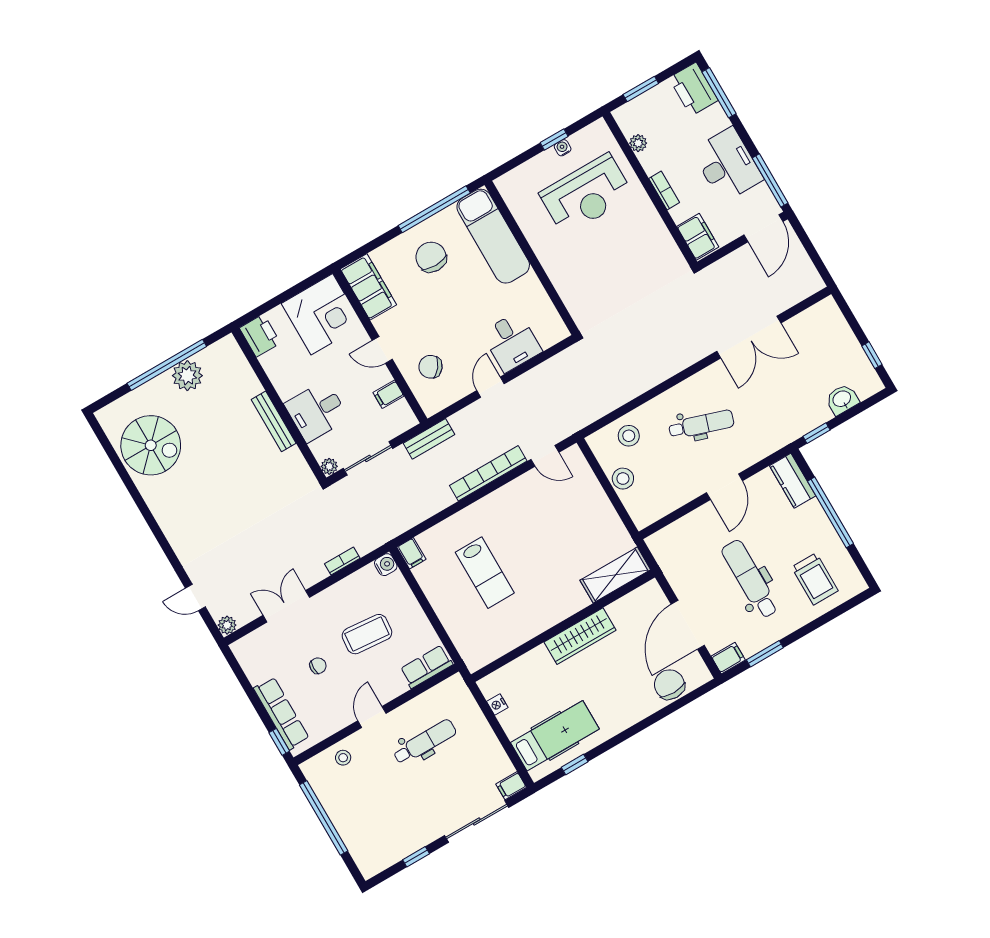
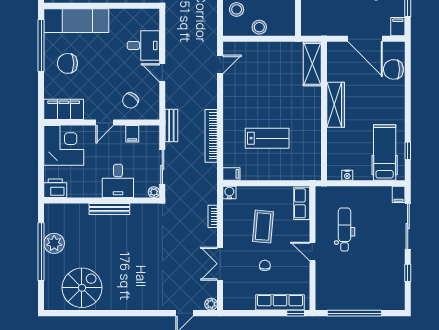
bookcase: (488, 473) -> (211, 136), moved
stool: (343, 758) -> (326, 282), removed

